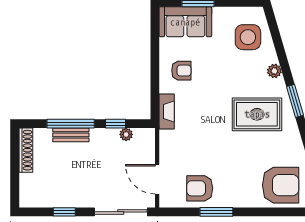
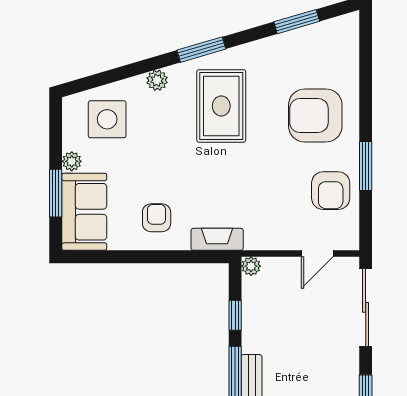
plant: (220, 13) -> (72, 161), added
plant: (126, 134) -> (251, 266), moved
door: (157, 179) -> (317, 253), width x0.73
armchair: (281, 185) -> (315, 116), moved, turned -90

